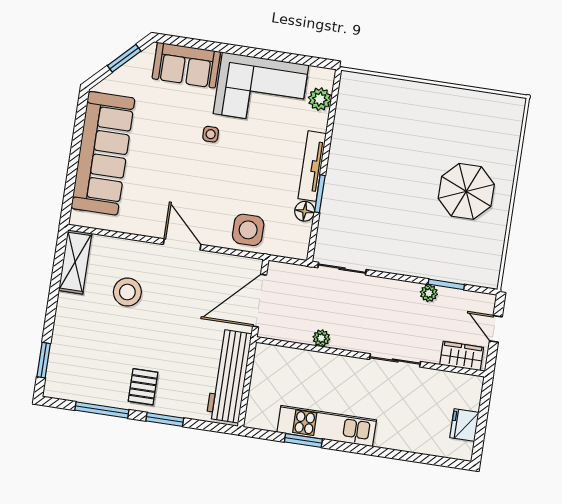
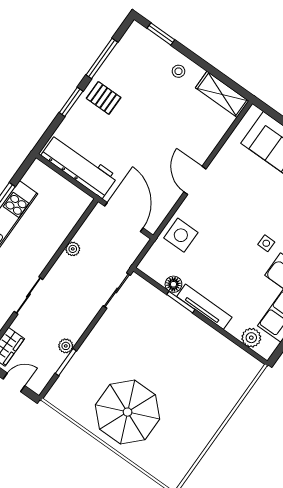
parasol: (466, 191) -> (128, 412), width x1.36, depth x1.36
door: (182, 244) -> (195, 180), swing flipped
stool: (127, 292) -> (178, 71), moved, width x0.53, depth x0.53

